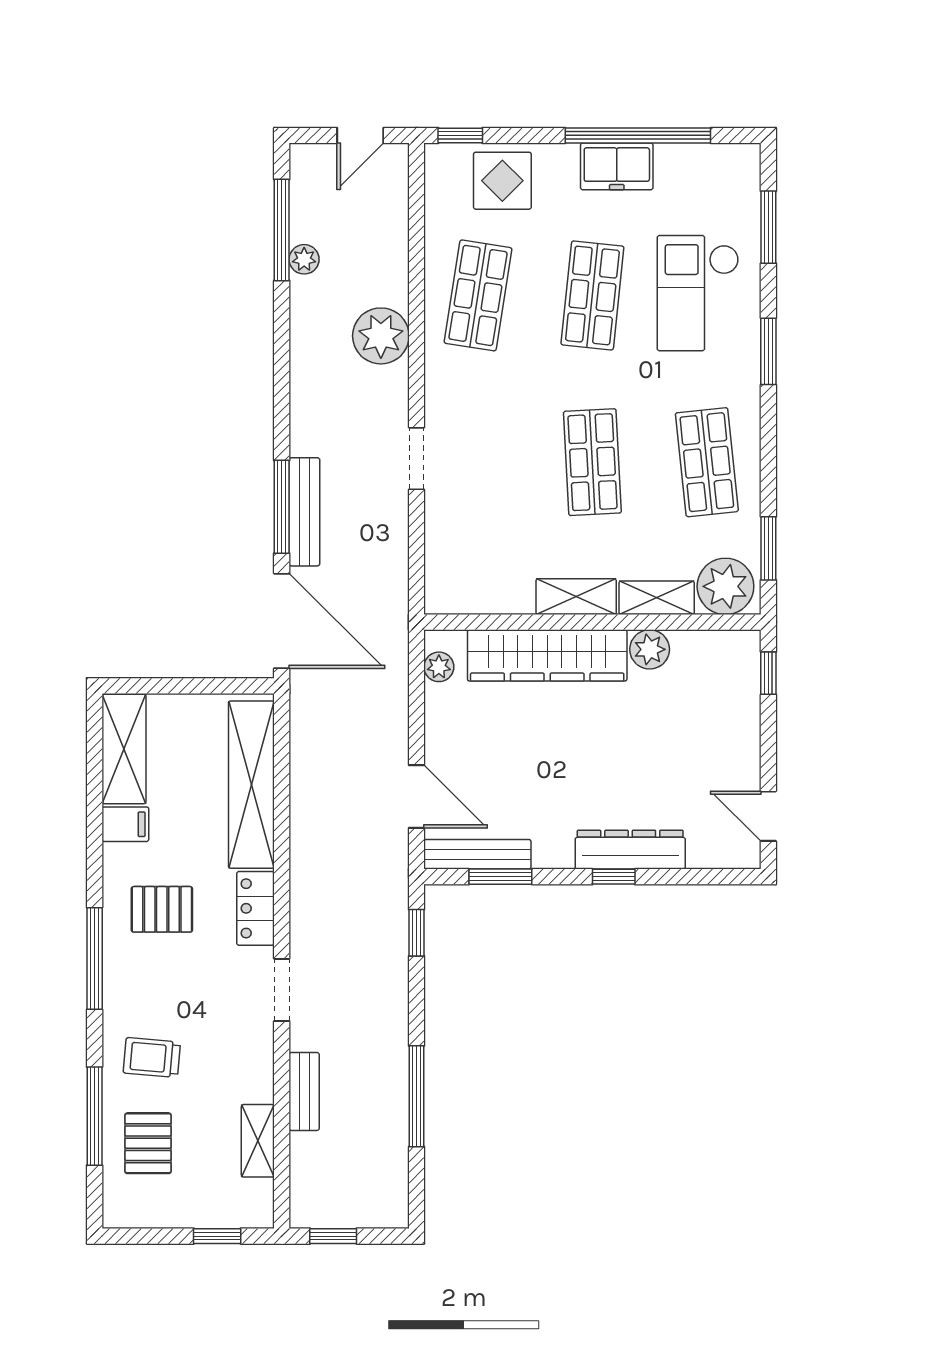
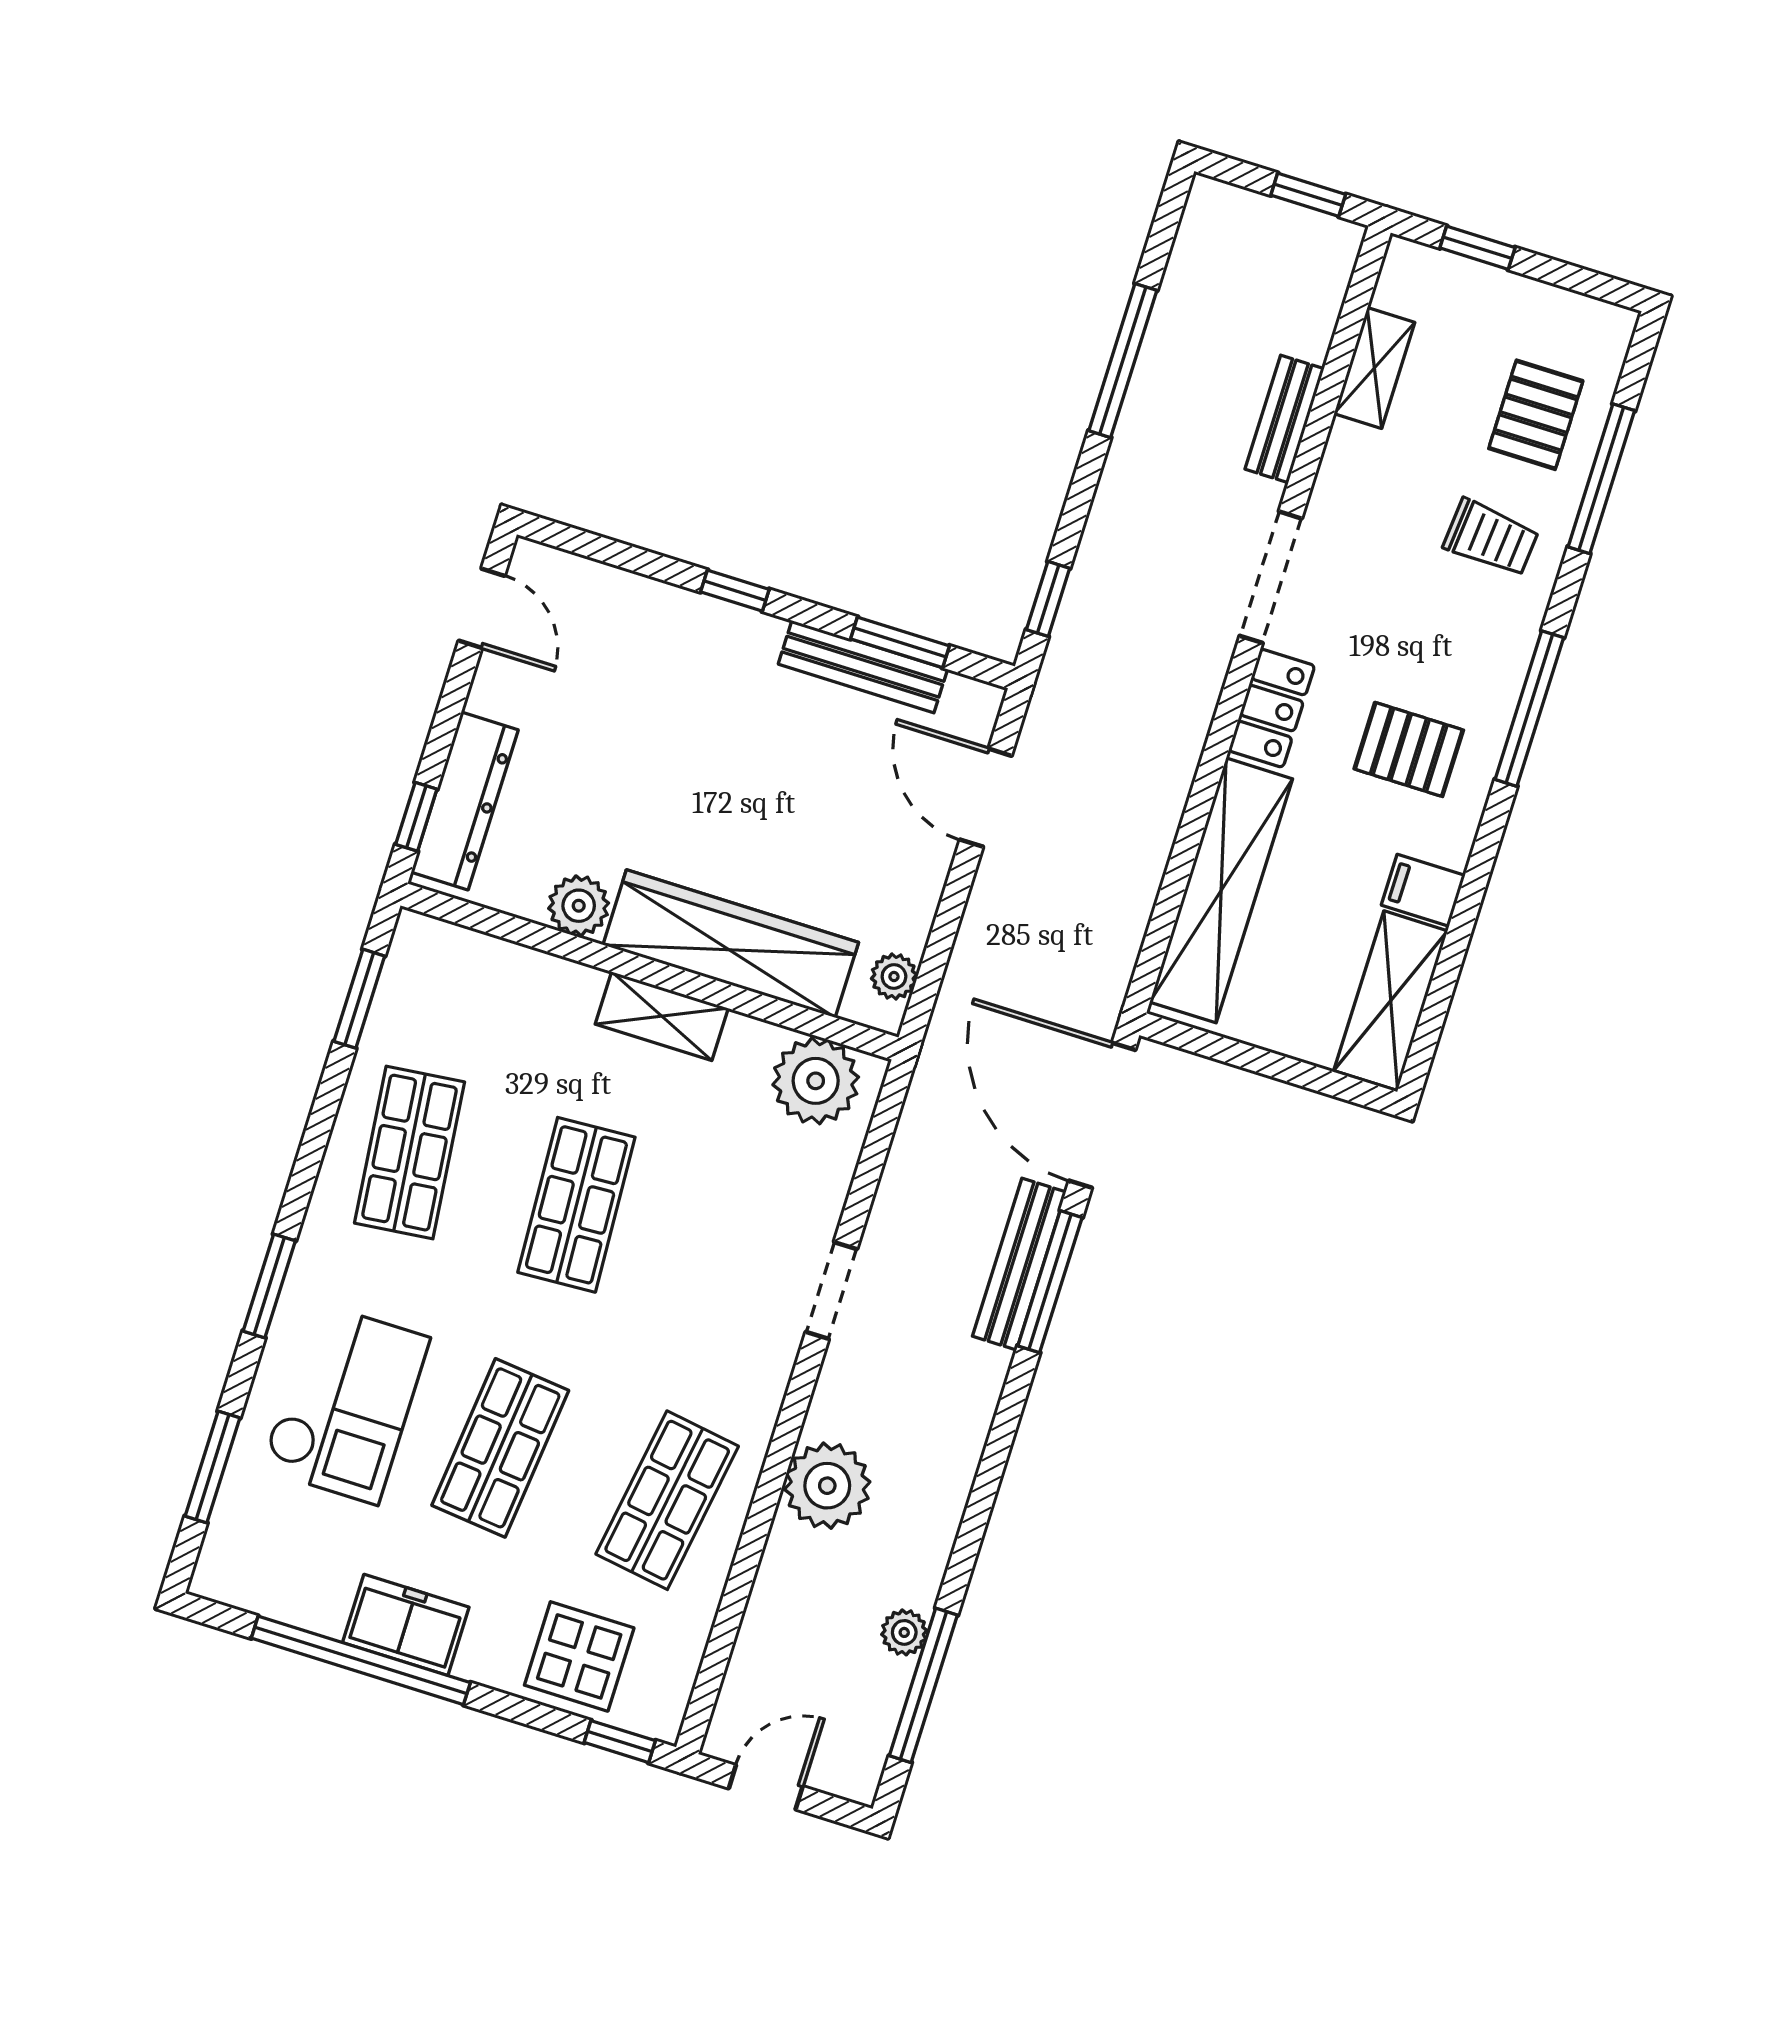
plant: (725, 586) -> (816, 1081), moved
shelving: (657, 598) -> (545, 978), removed
dresser: (630, 850) -> (465, 801), moved, turned -90
bench: (477, 854) -> (863, 667), moved
doorway: (282, 990) -> (1271, 577), width x1.38

